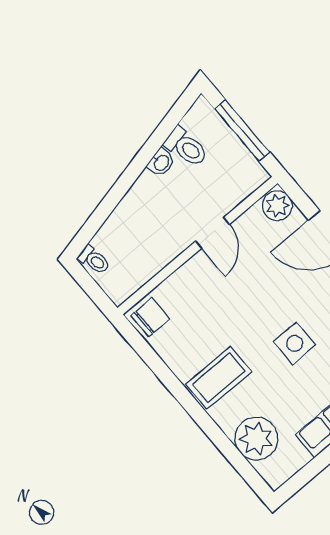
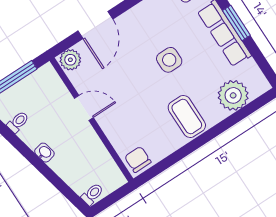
toilet: (186, 147) -> (18, 122), width x0.73, depth x0.72
washbasin: (161, 162) -> (44, 153), moved

